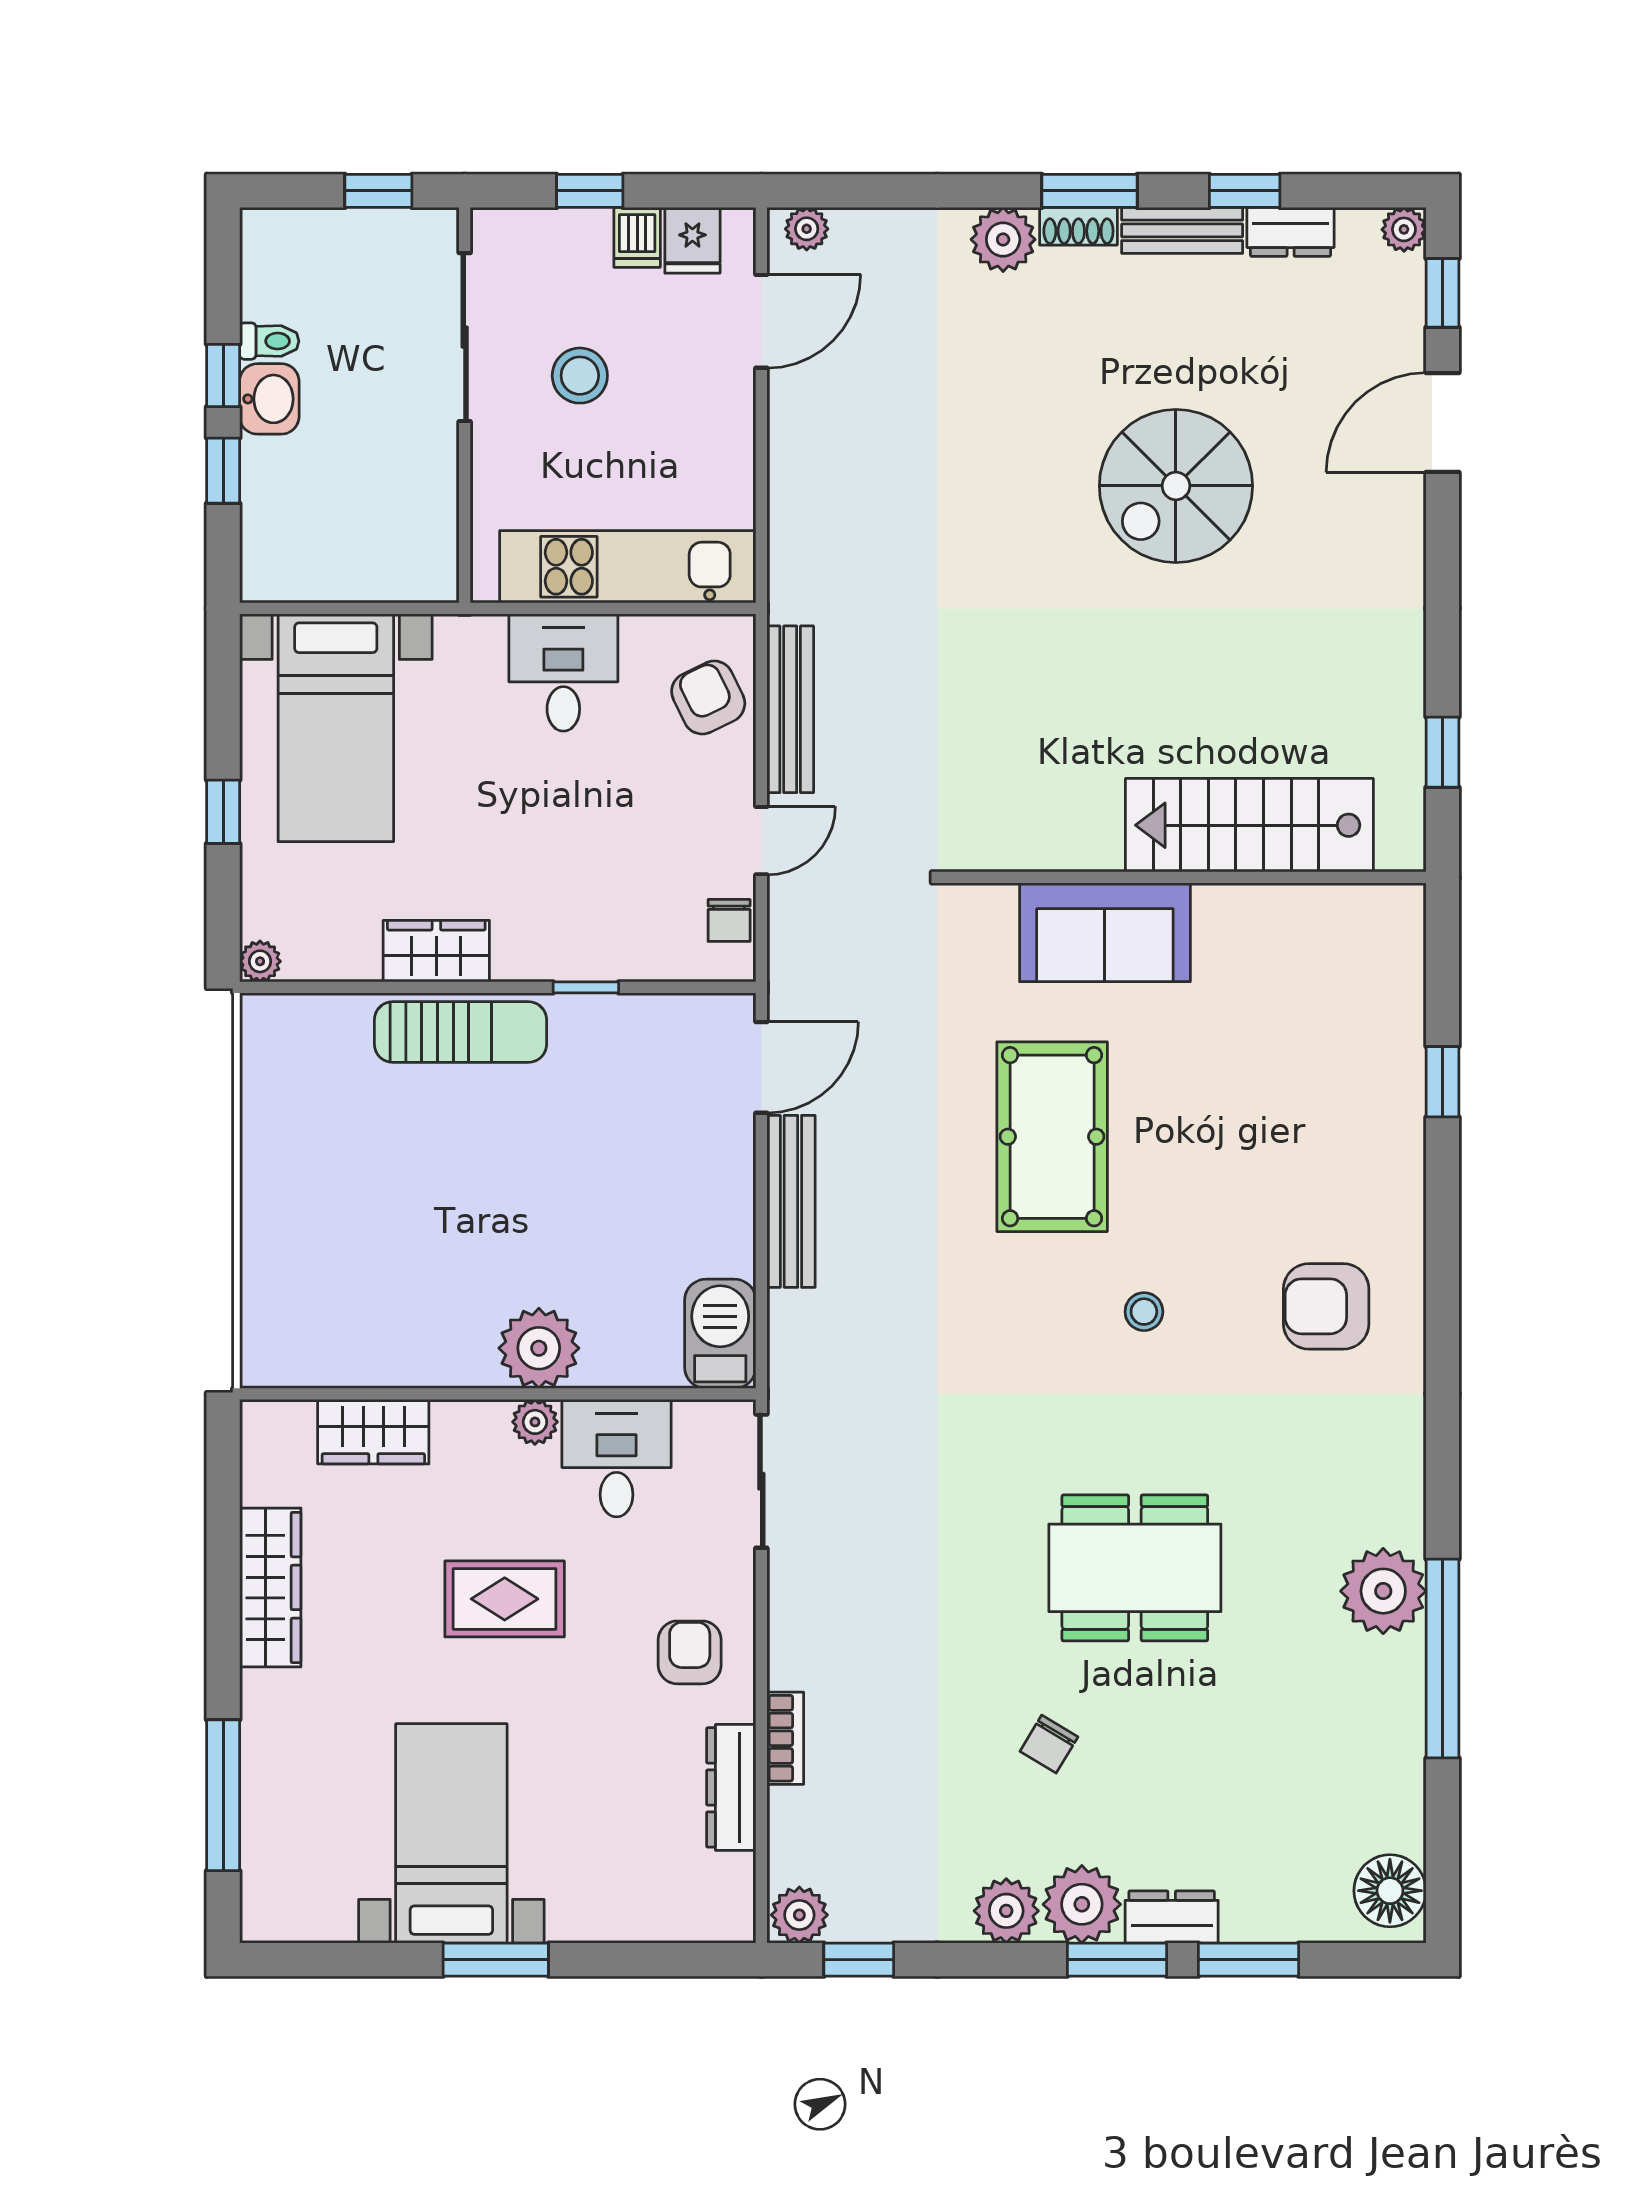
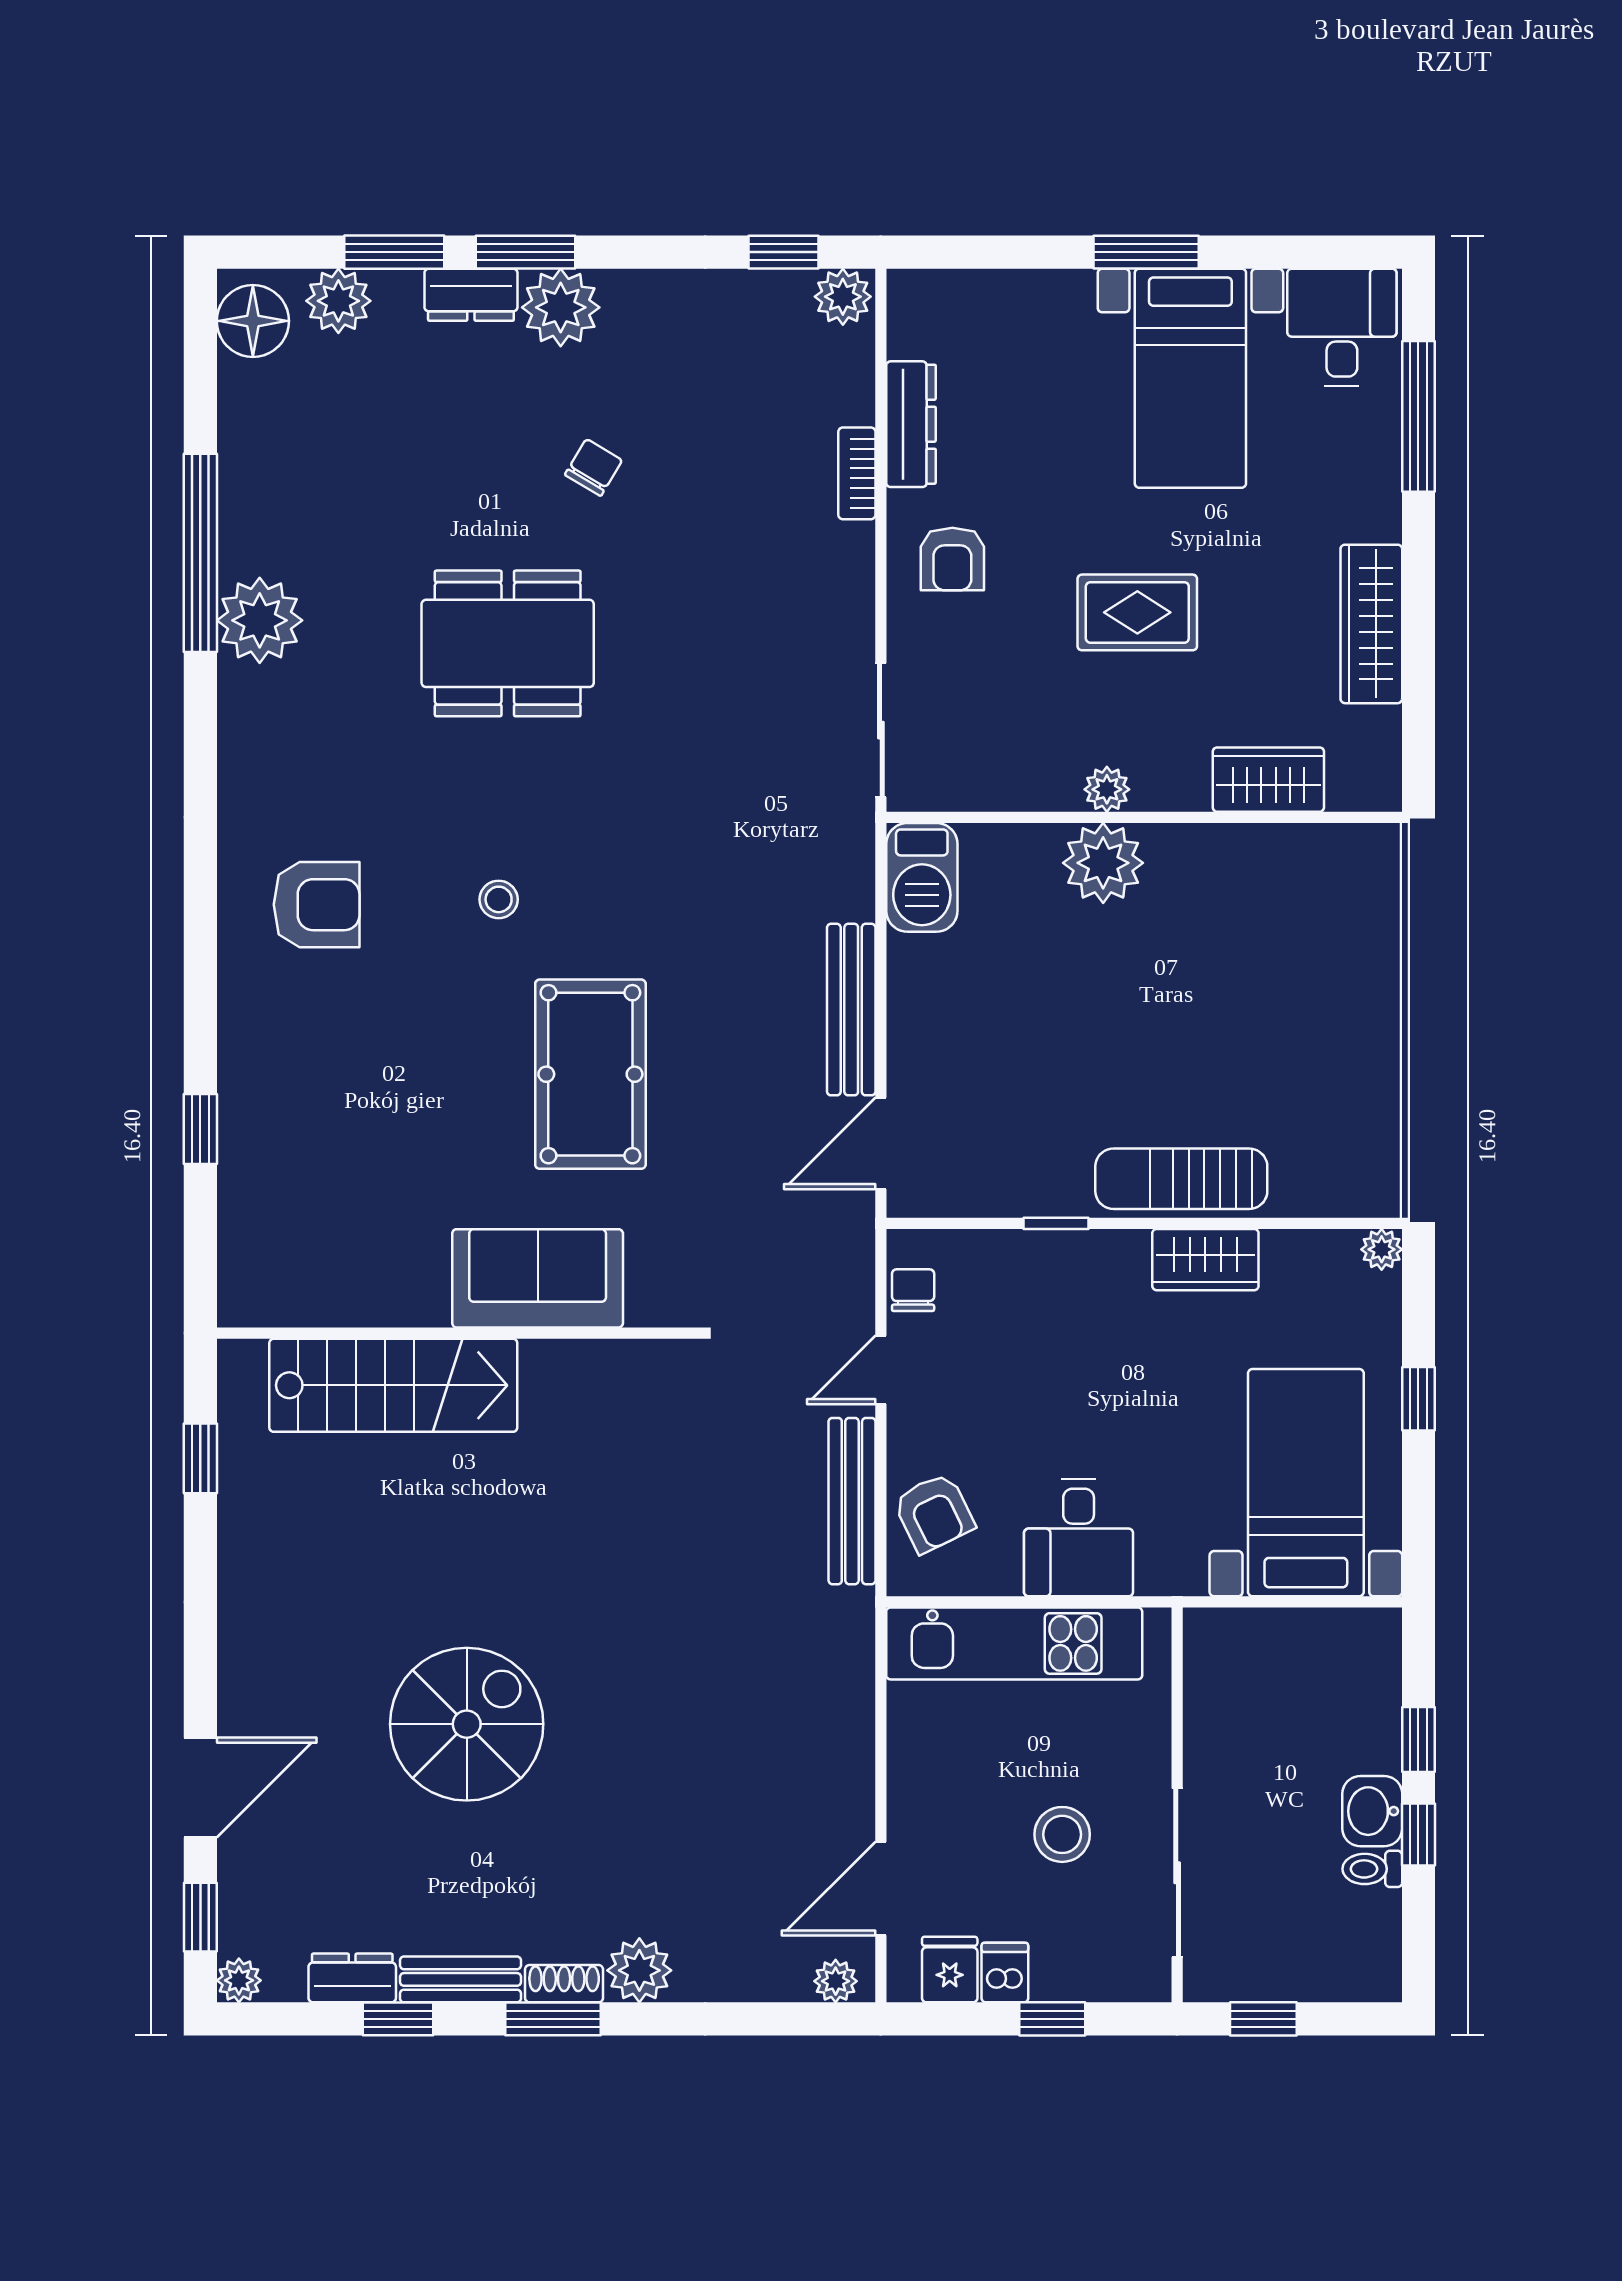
desk: (616, 1458) -> (1342, 327), moved, turned 180
plant: (1006, 1911) -> (338, 301), moved

